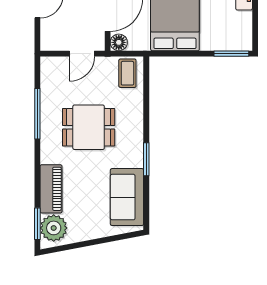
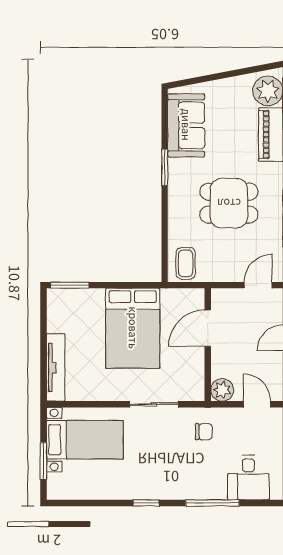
floor lamp: (119, 42) -> (195, 298), removed
door: (82, 54) -> (258, 285), moved

